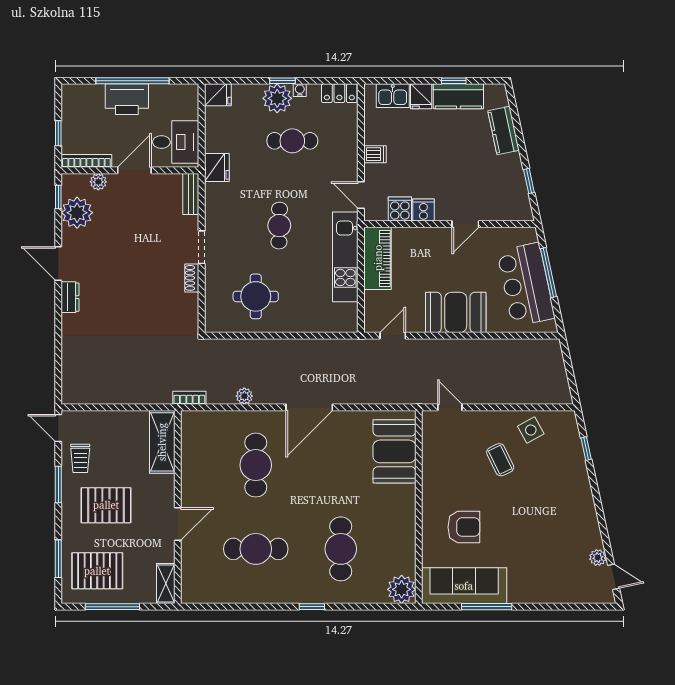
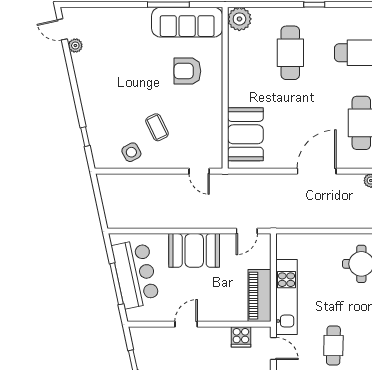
cooker: (423, 210) -> (221, 336), removed
cafe table: (279, 226) -> (333, 345), moved

